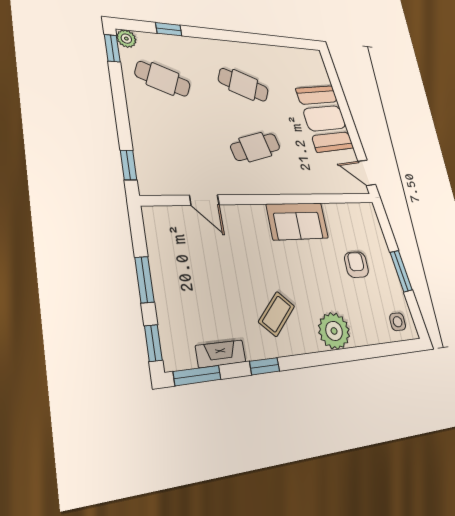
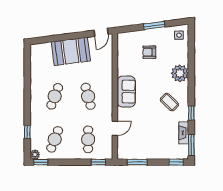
cafe table: (173, 145) -> (88, 139), added
sofa: (297, 221) -> (126, 92), moved
window: (144, 280) -> (137, 162), moved

